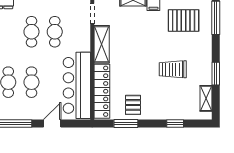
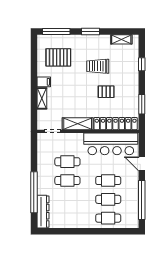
pallet: (184, 21) -> (58, 57), turned 90
trolley: (173, 69) -> (98, 66), turned 90
window: (216, 74) -> (90, 31), moved
pallet: (133, 105) -> (106, 92), moved

